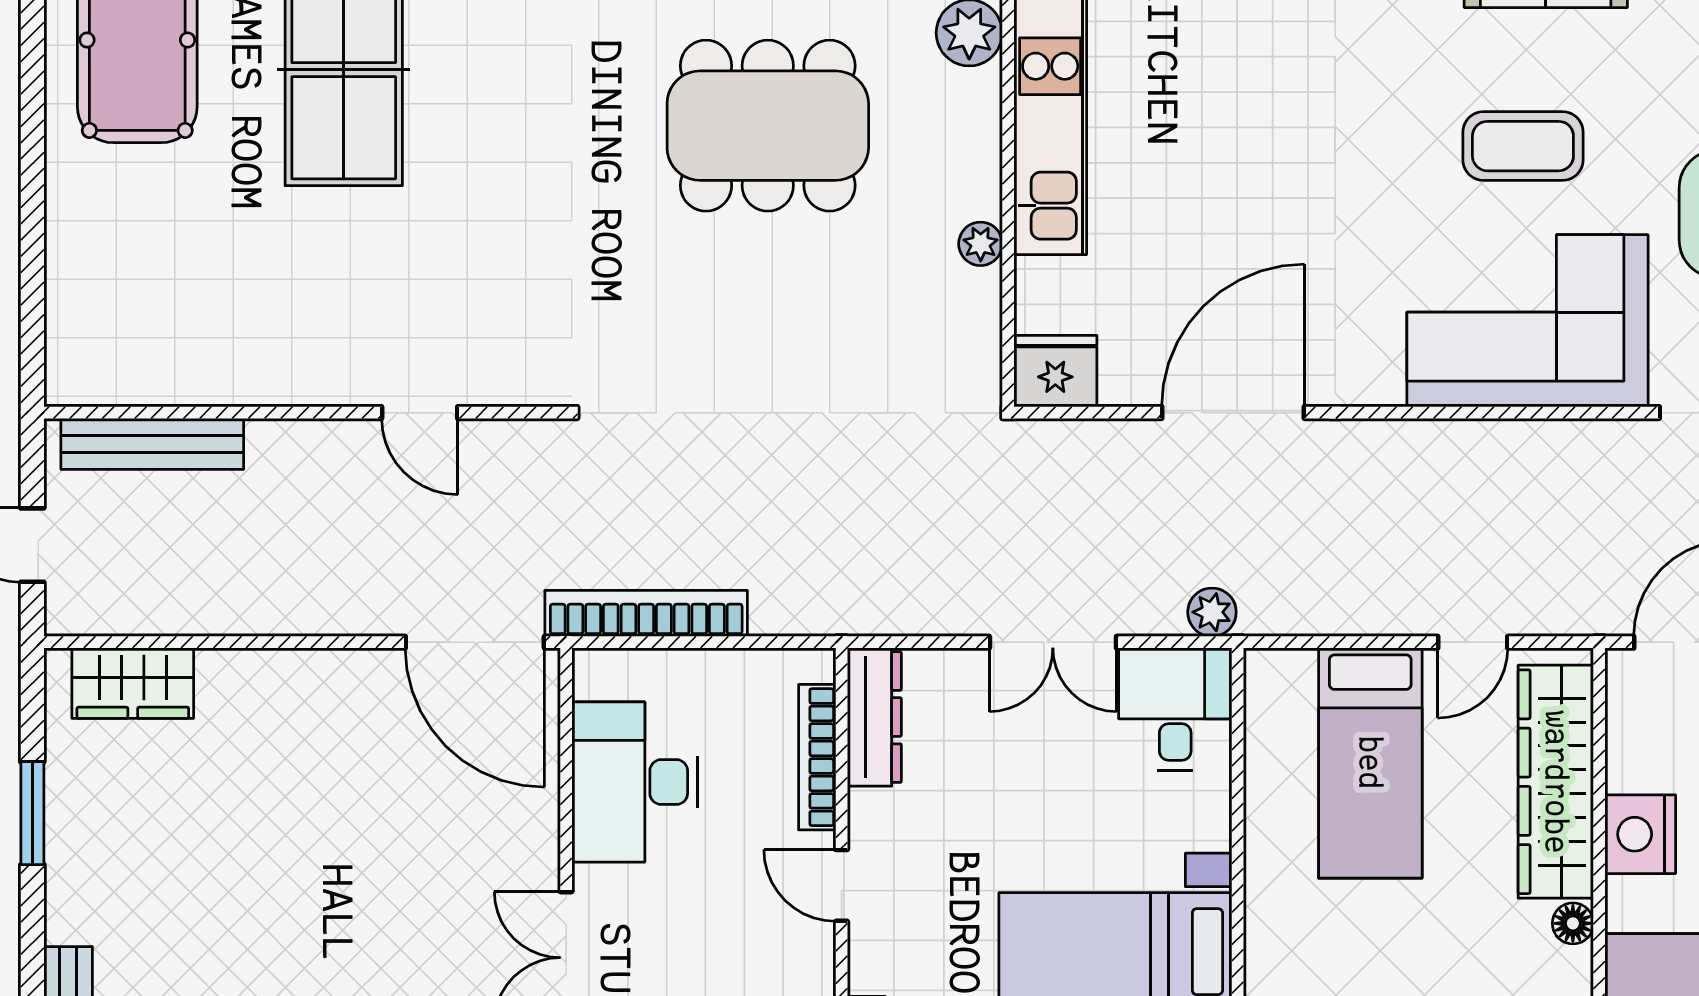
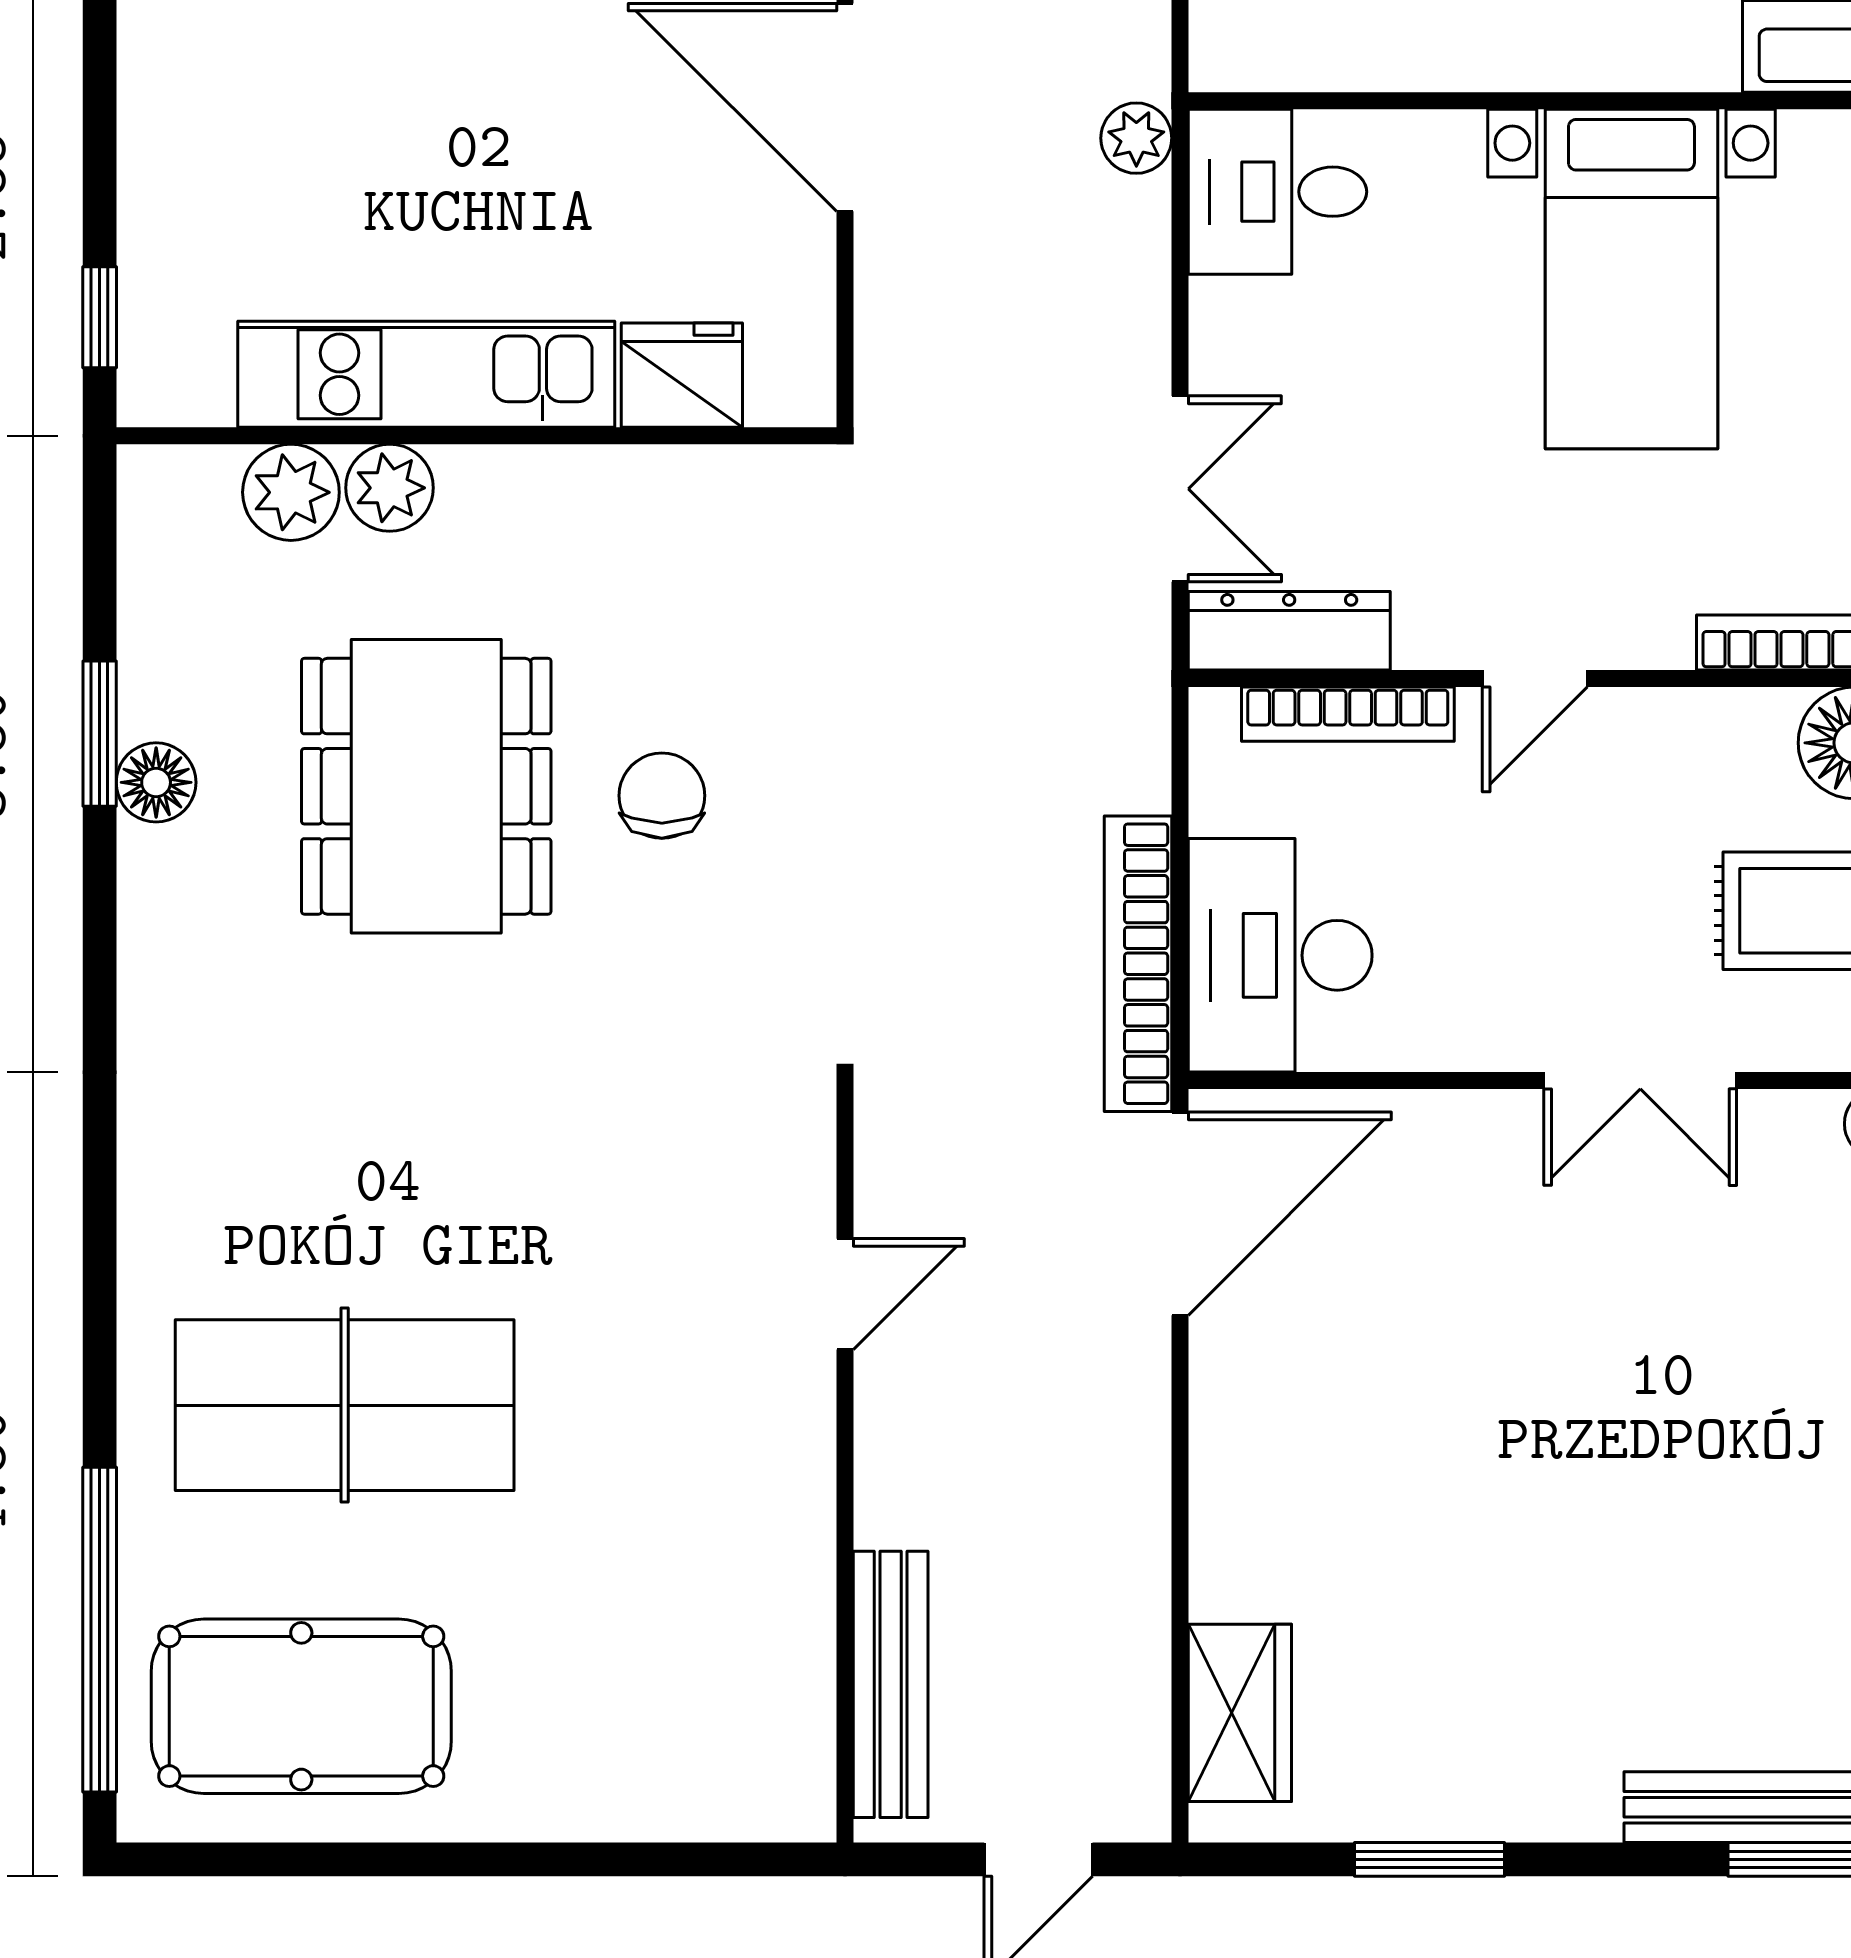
plant: (981, 244) -> (390, 488), moved, width x1.38, depth x1.38
chair: (761, 287) -> (662, 796), added
fridge: (1055, 371) -> (682, 375), moved, turned 90
double door: (1053, 642) -> (1180, 489), moved
desk: (635, 782) -> (1280, 955), moved, turned 90

